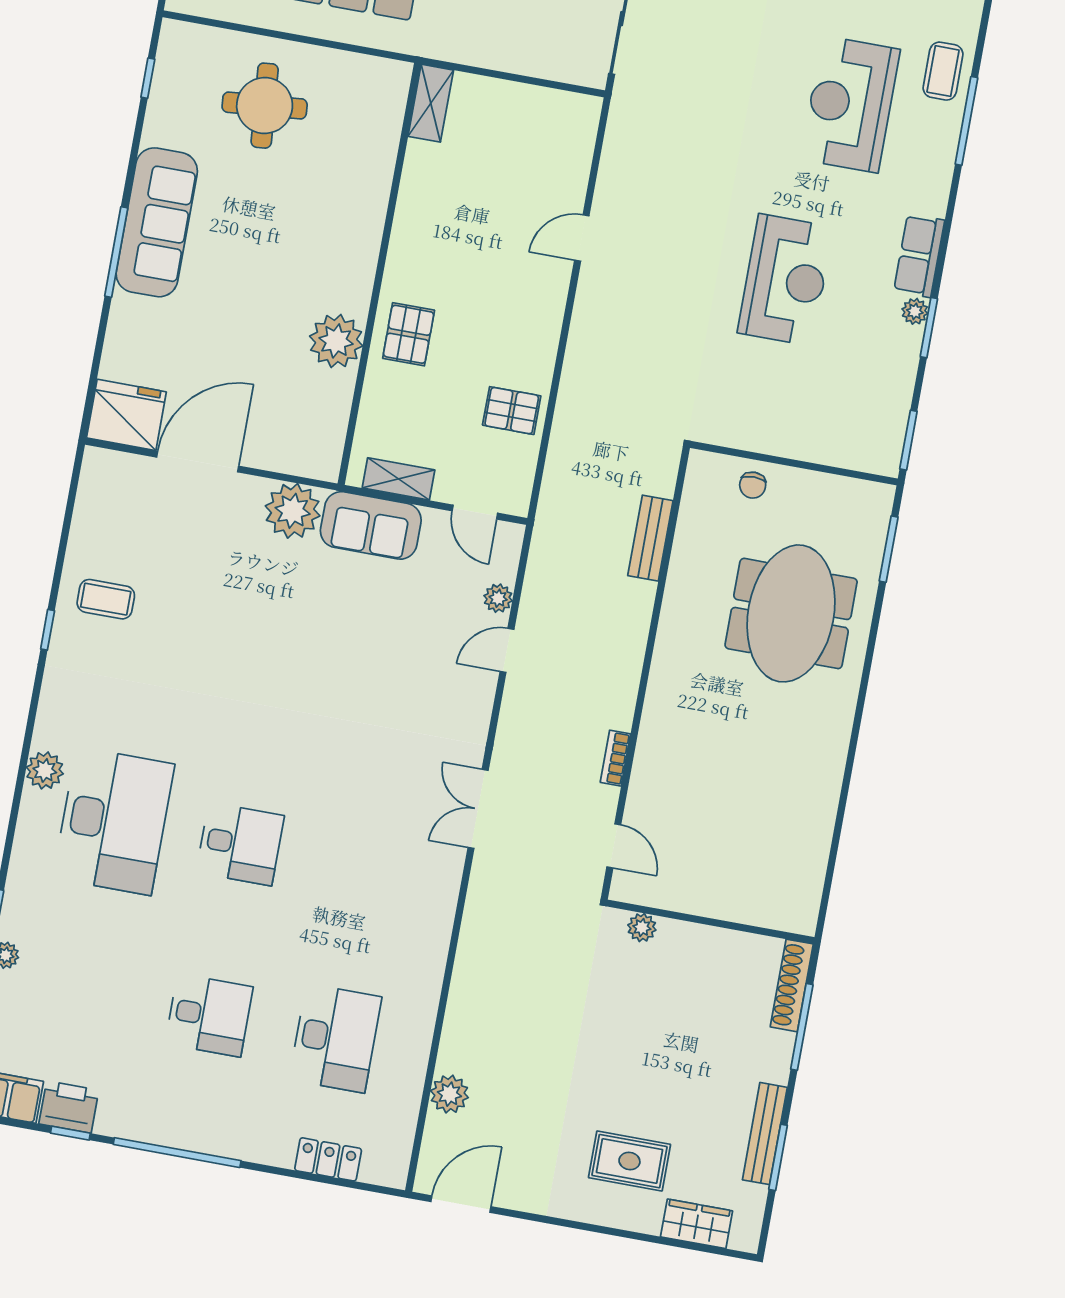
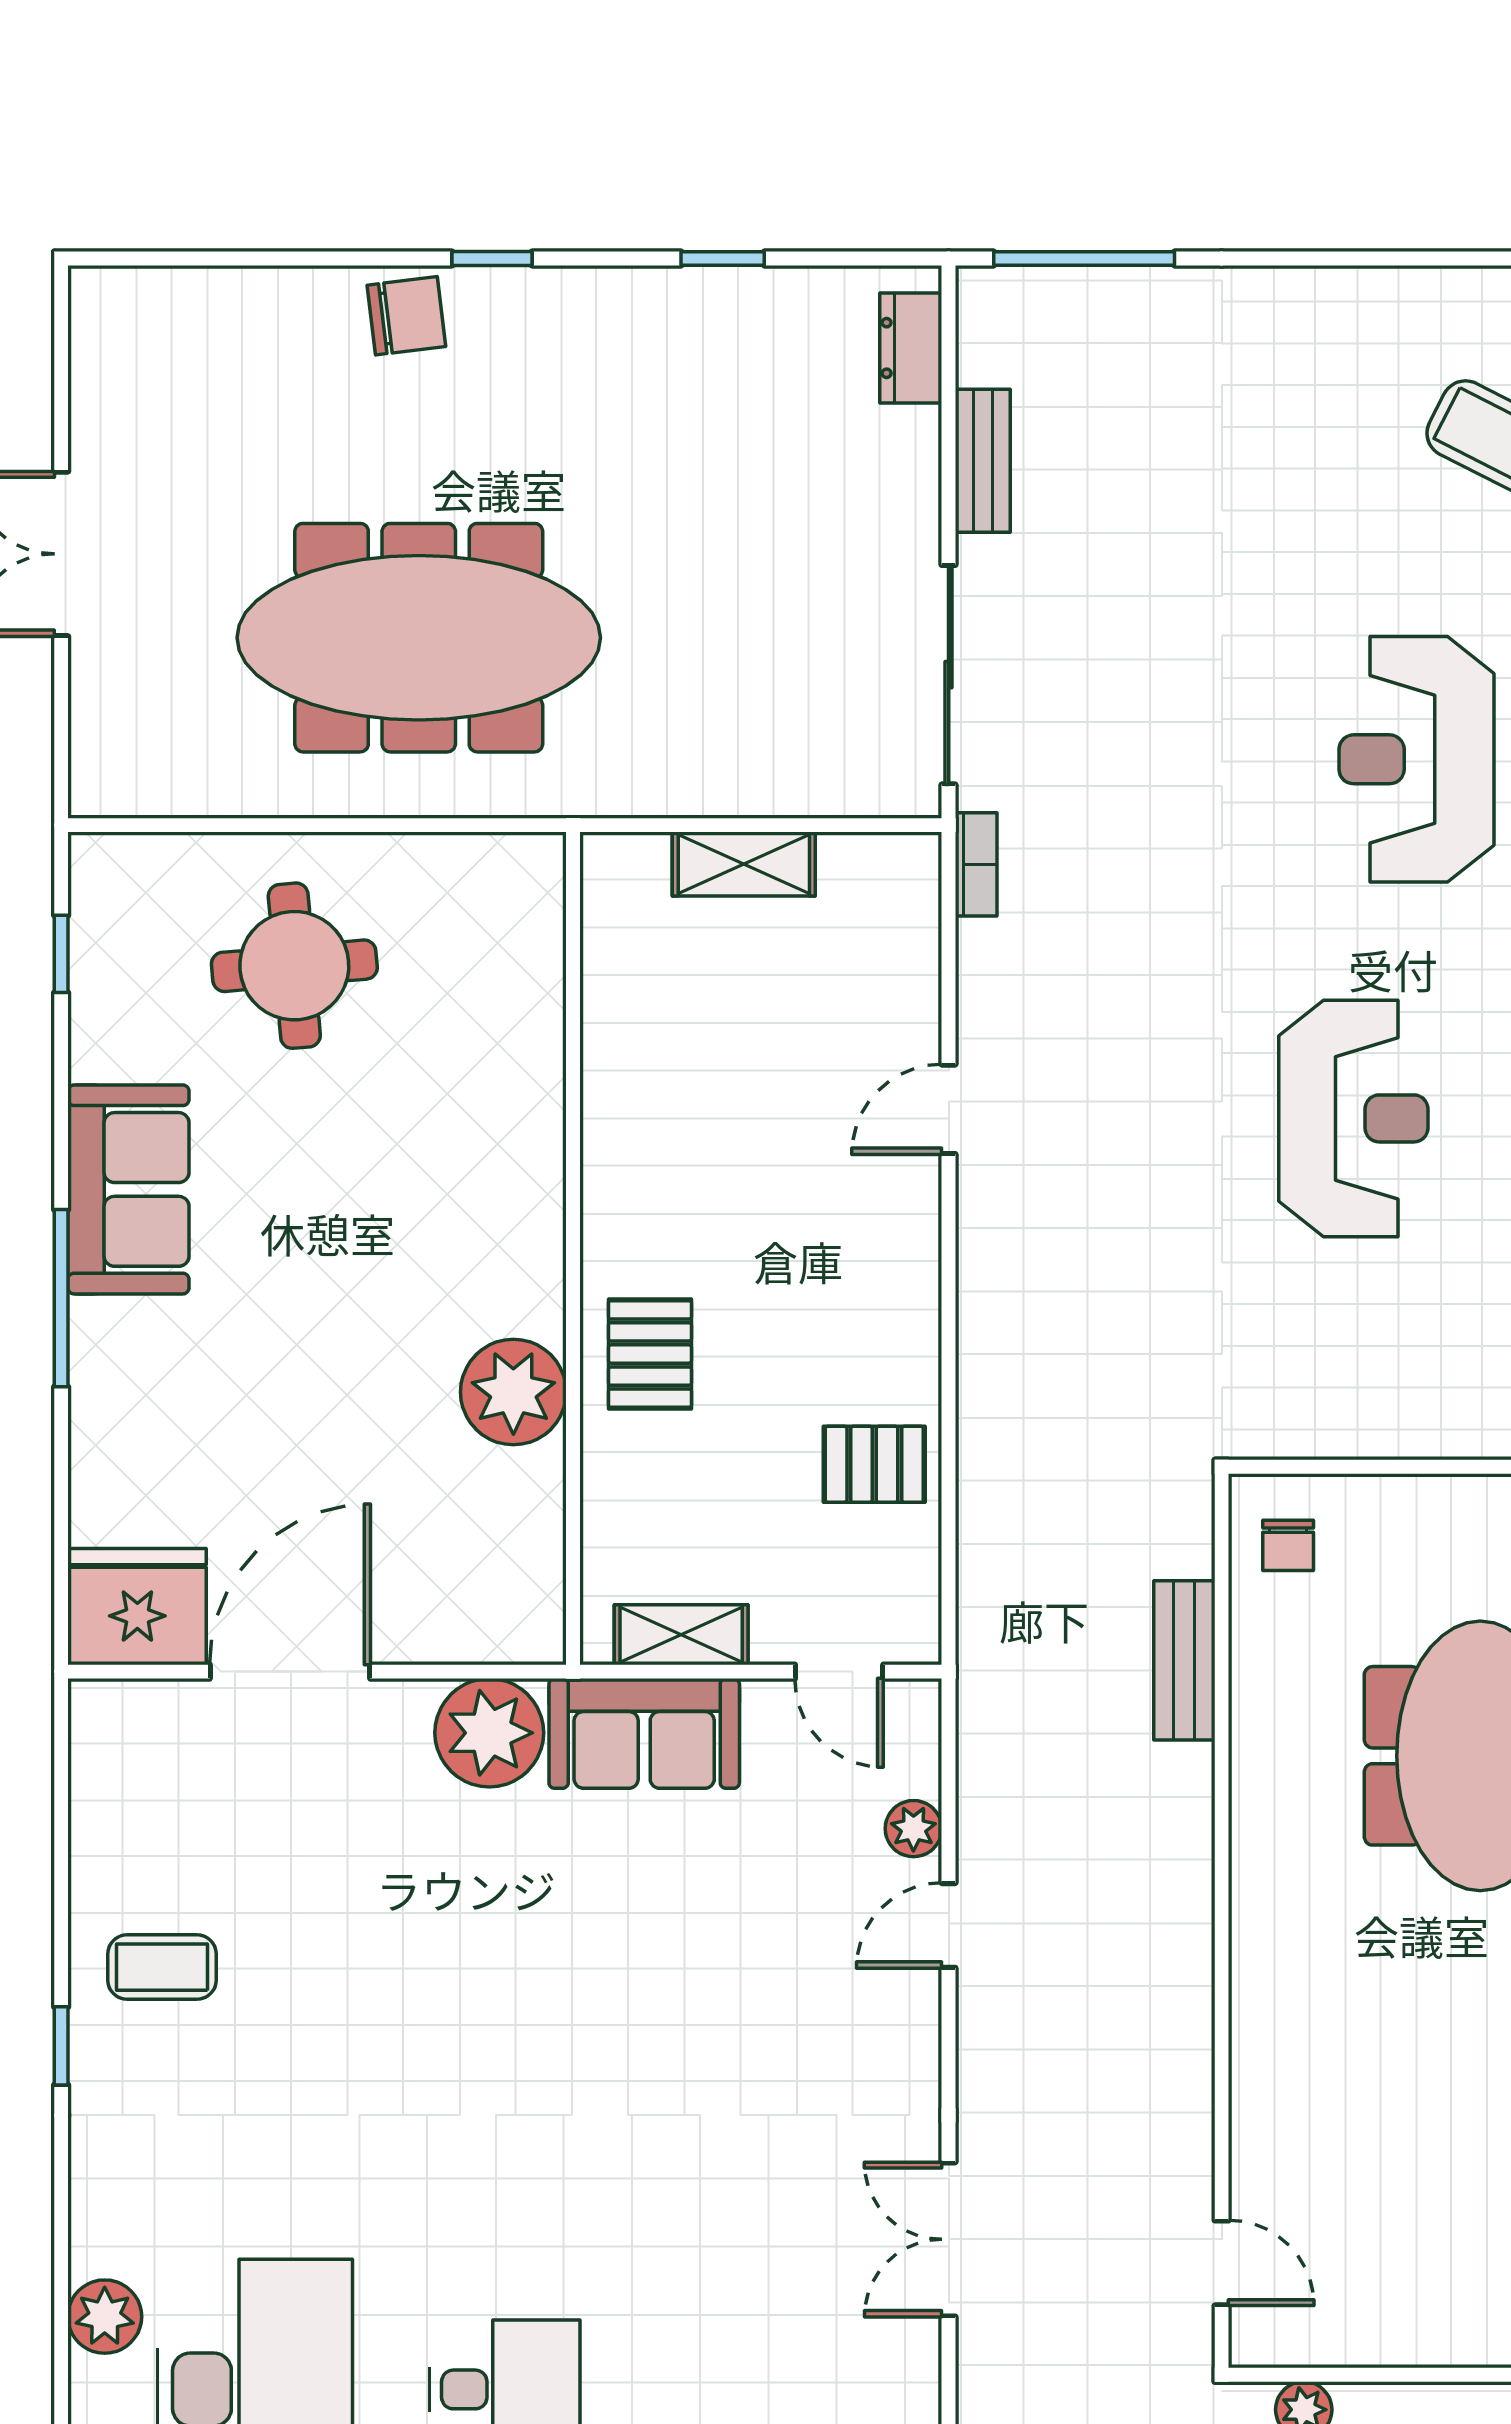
shelving: (431, 103) -> (744, 864), moved, turned 90
sofa: (157, 222) -> (128, 1189), width x0.73
chair: (753, 485) -> (1288, 1545), moved
bookcase: (615, 758) -> (976, 864), moved, turned 180

